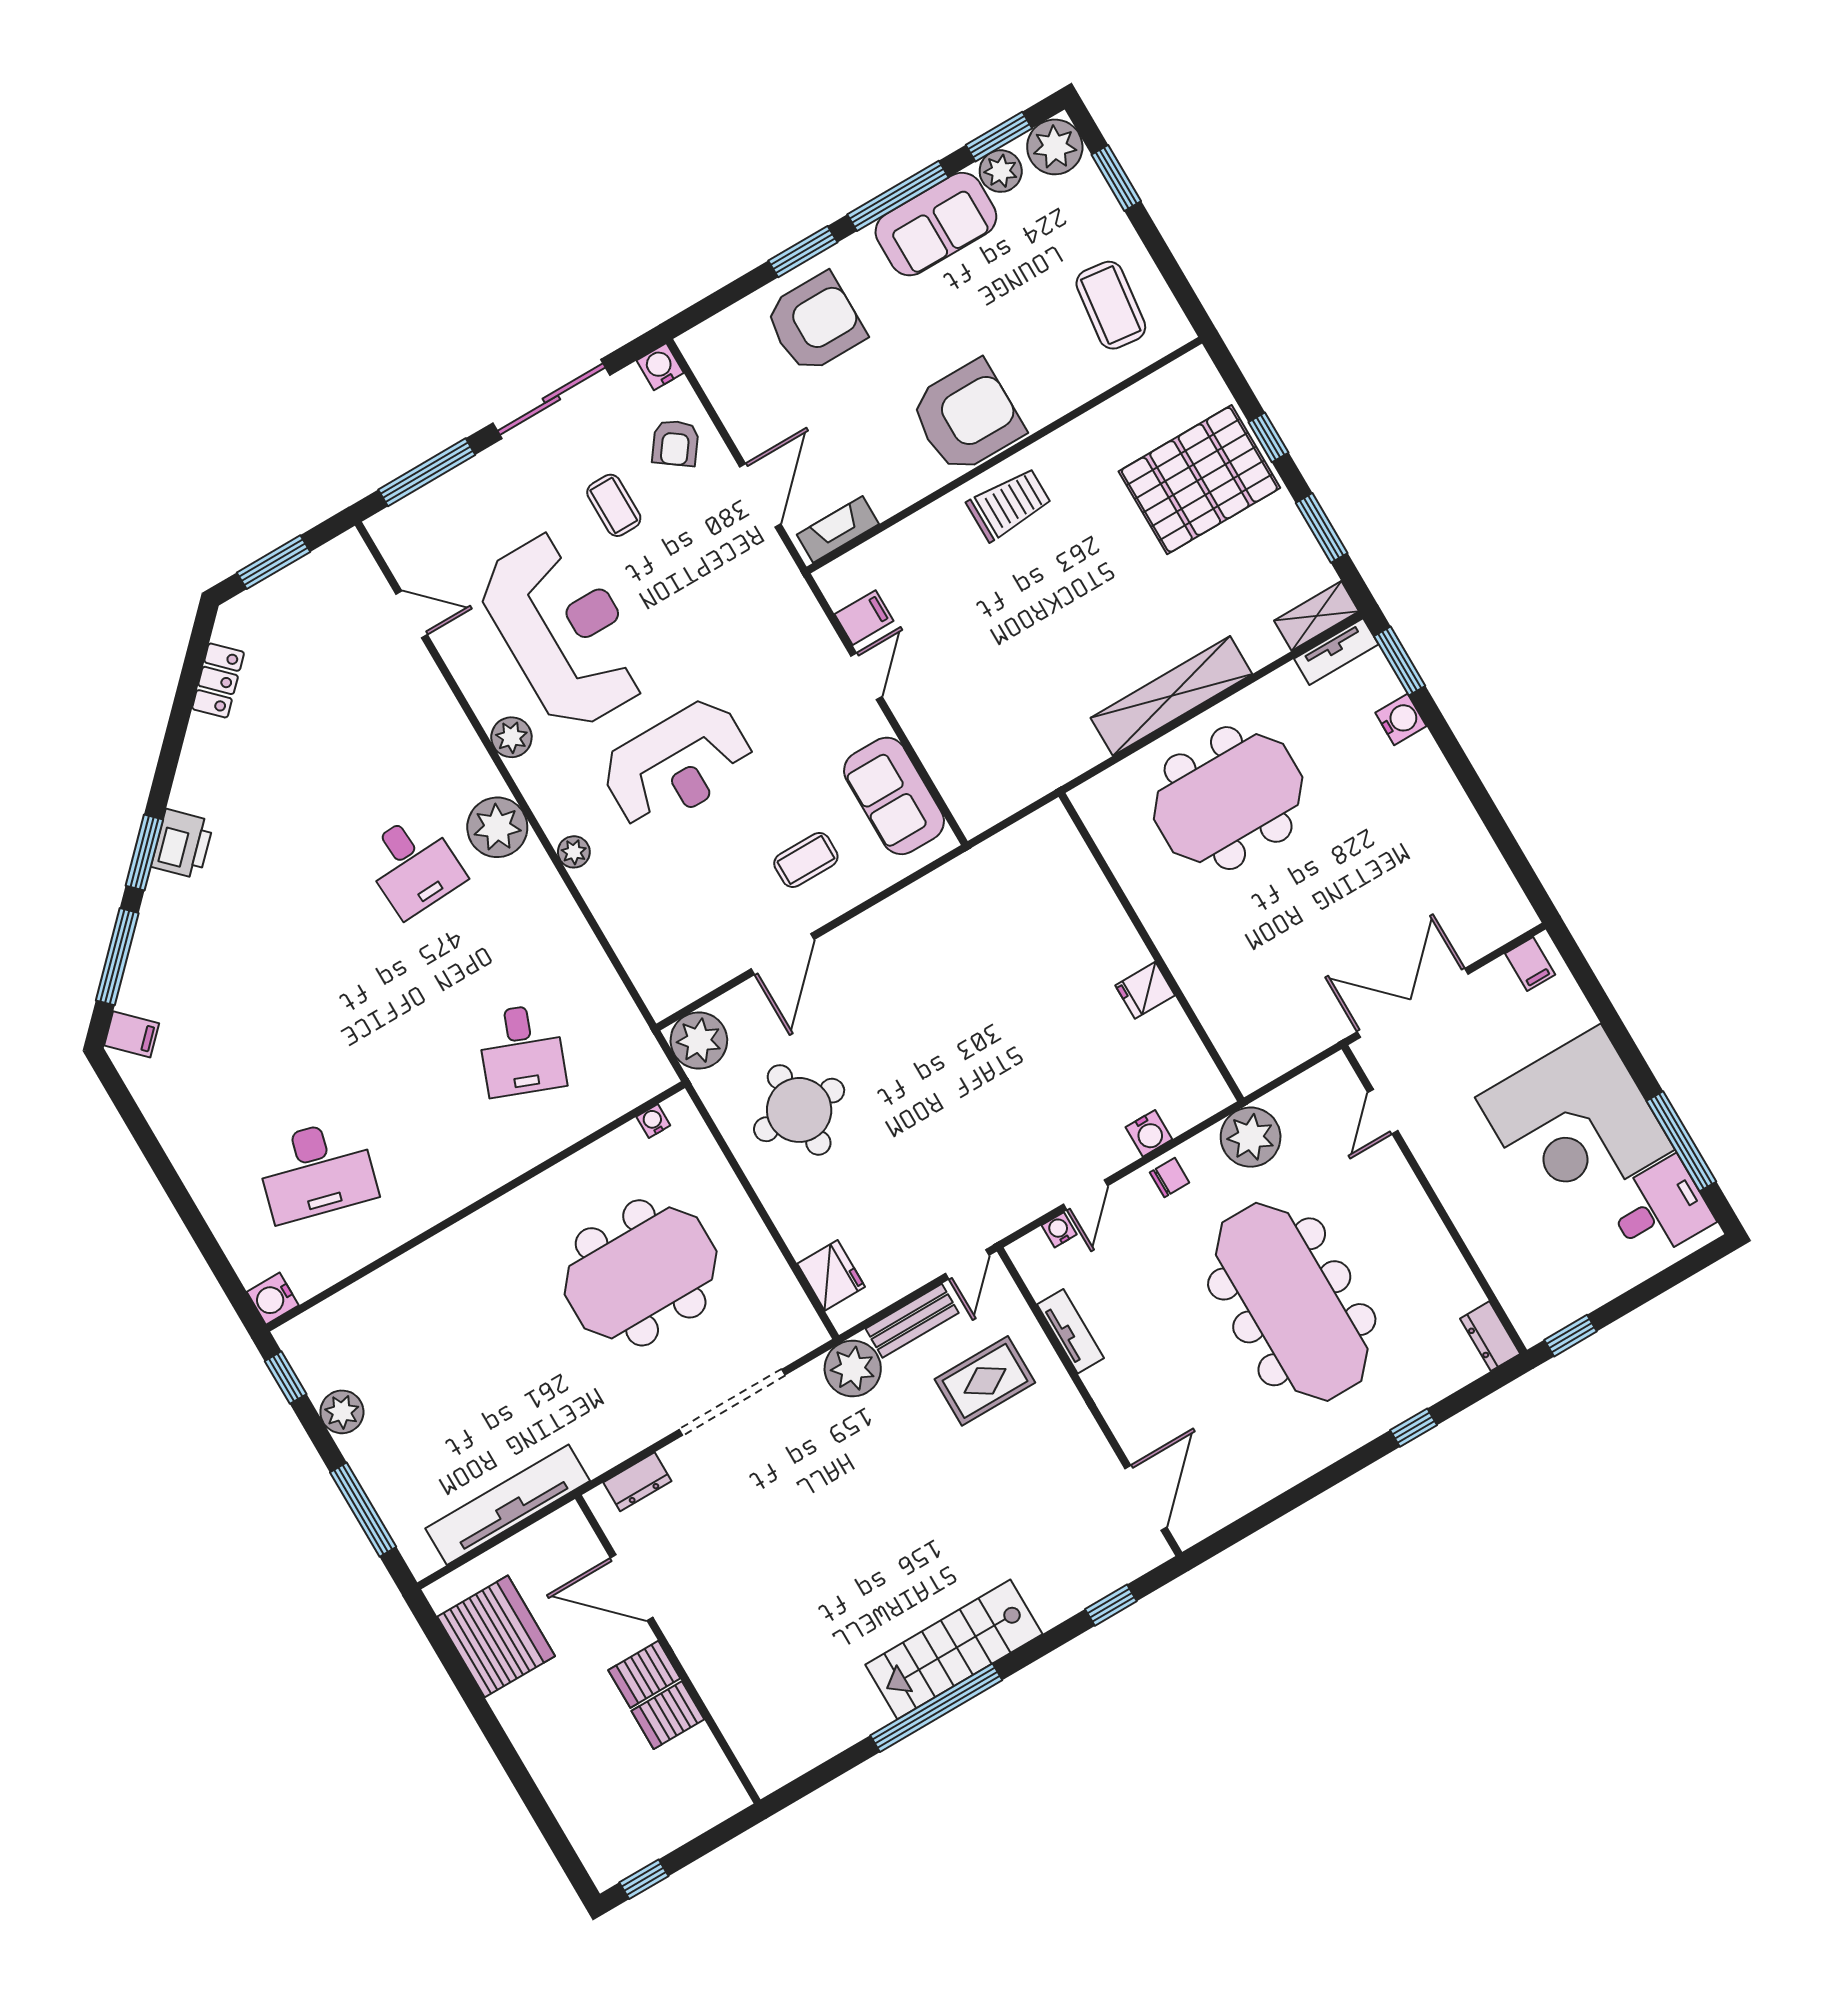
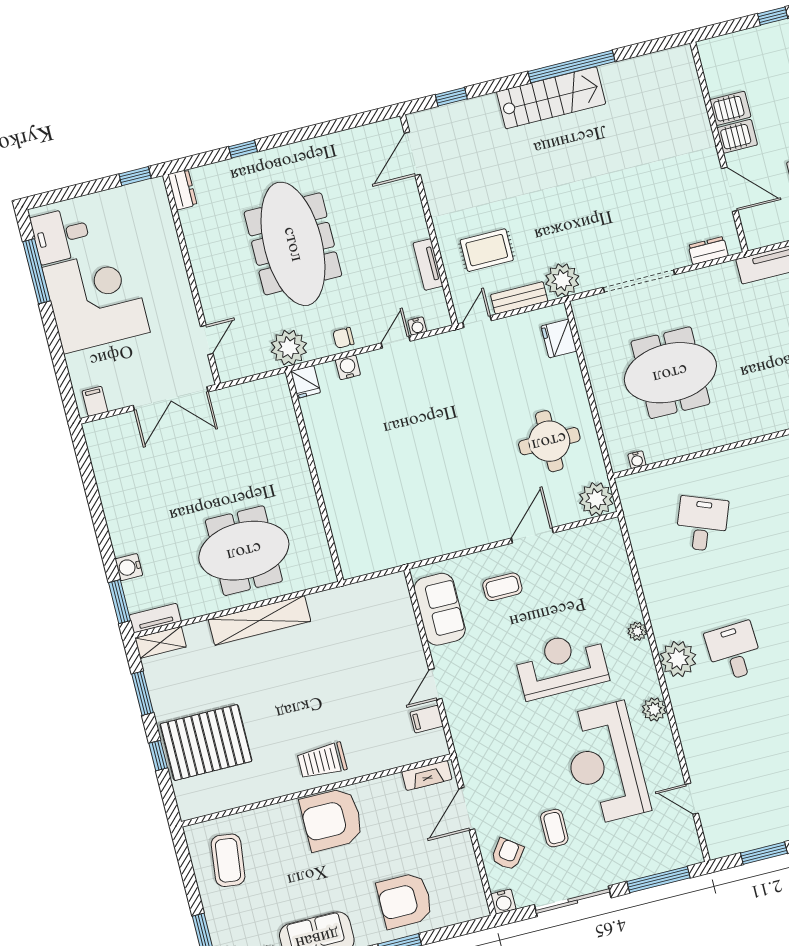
fridge: (1145, 990) -> (306, 382), moved, turned 90

